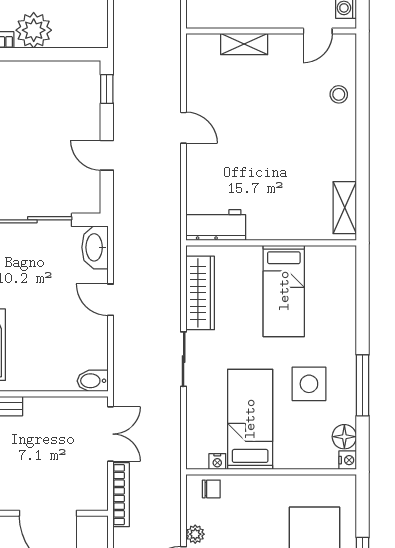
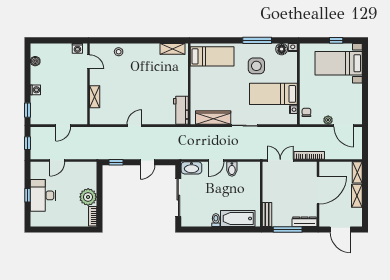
bed: (284, 291) -> (212, 56), moved
bidet: (93, 381) -> (232, 169), moved

